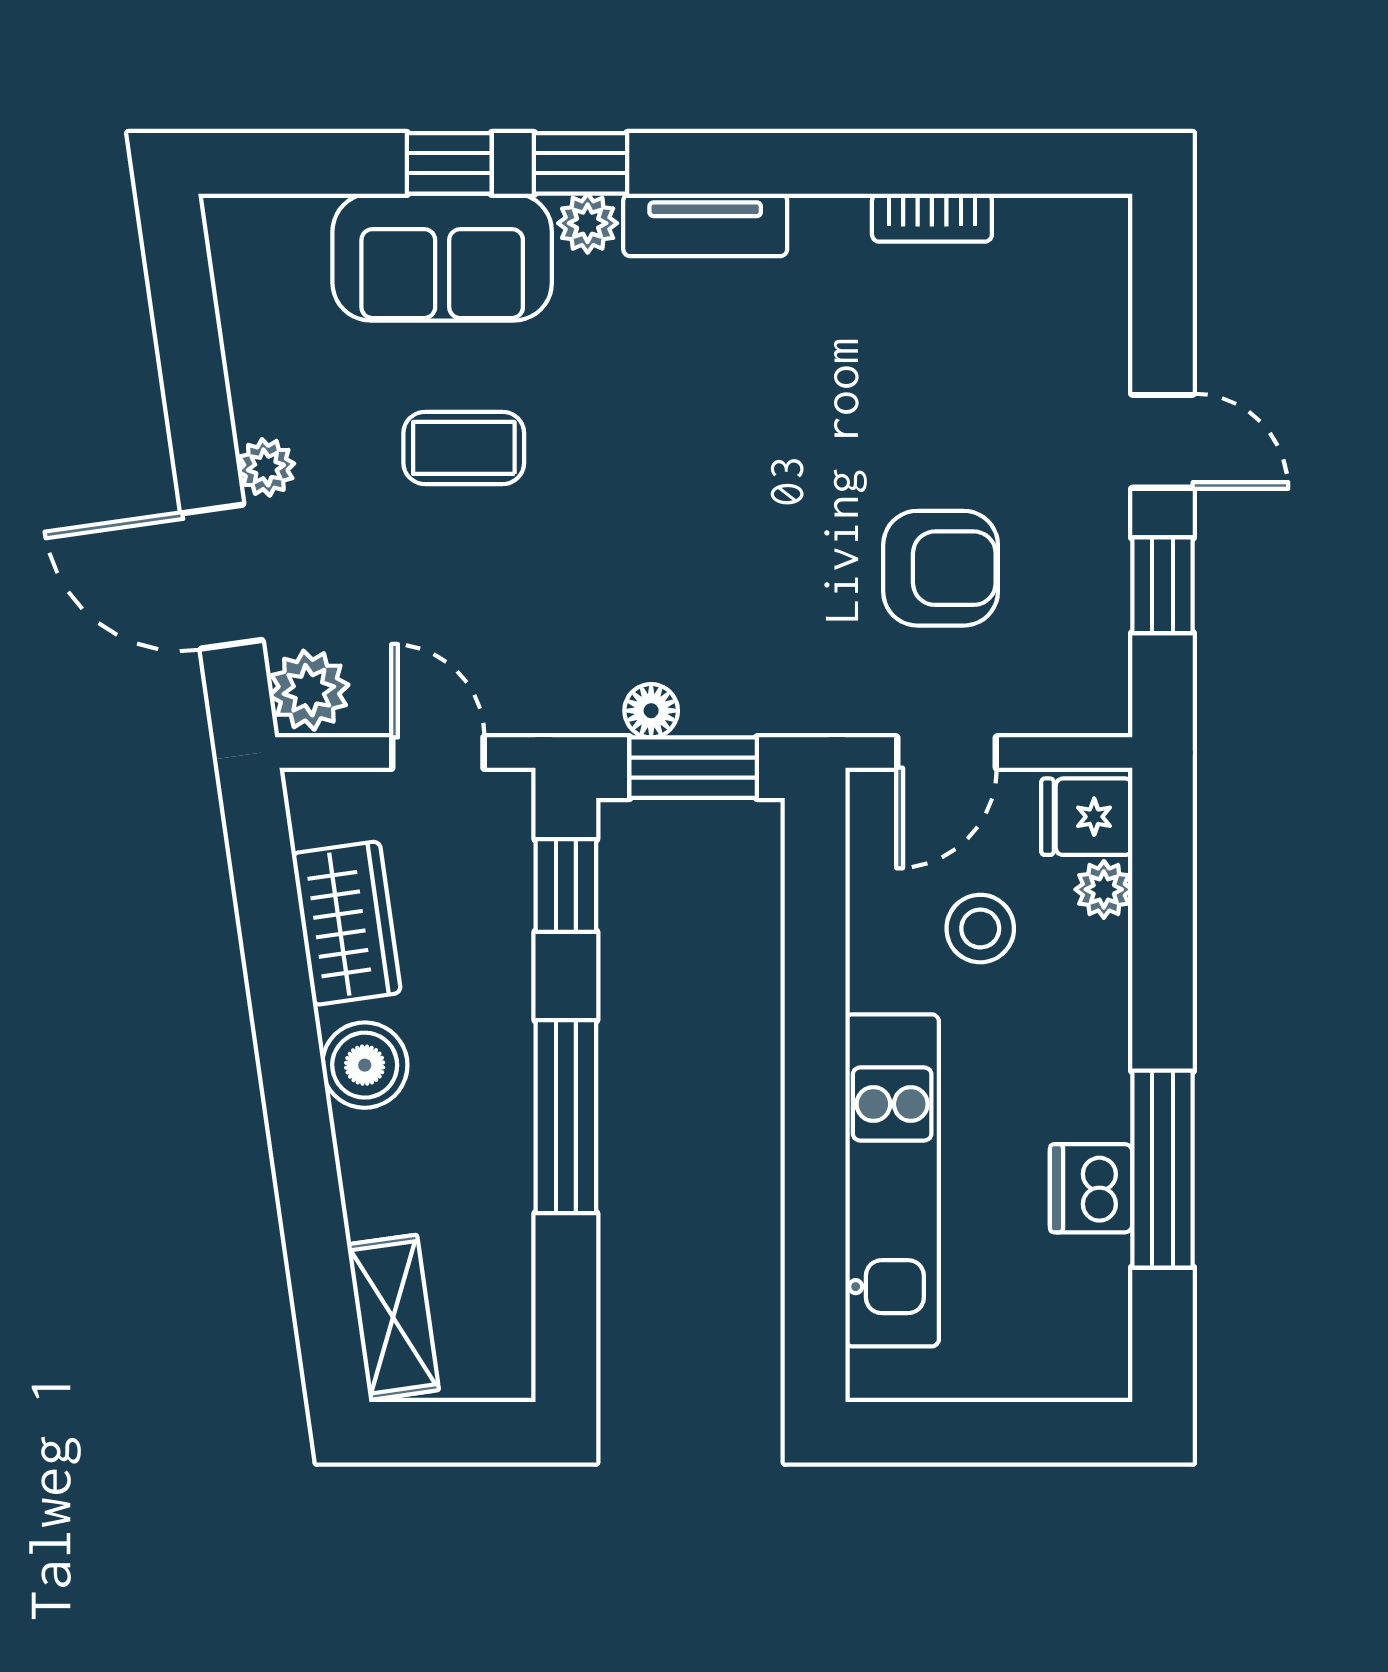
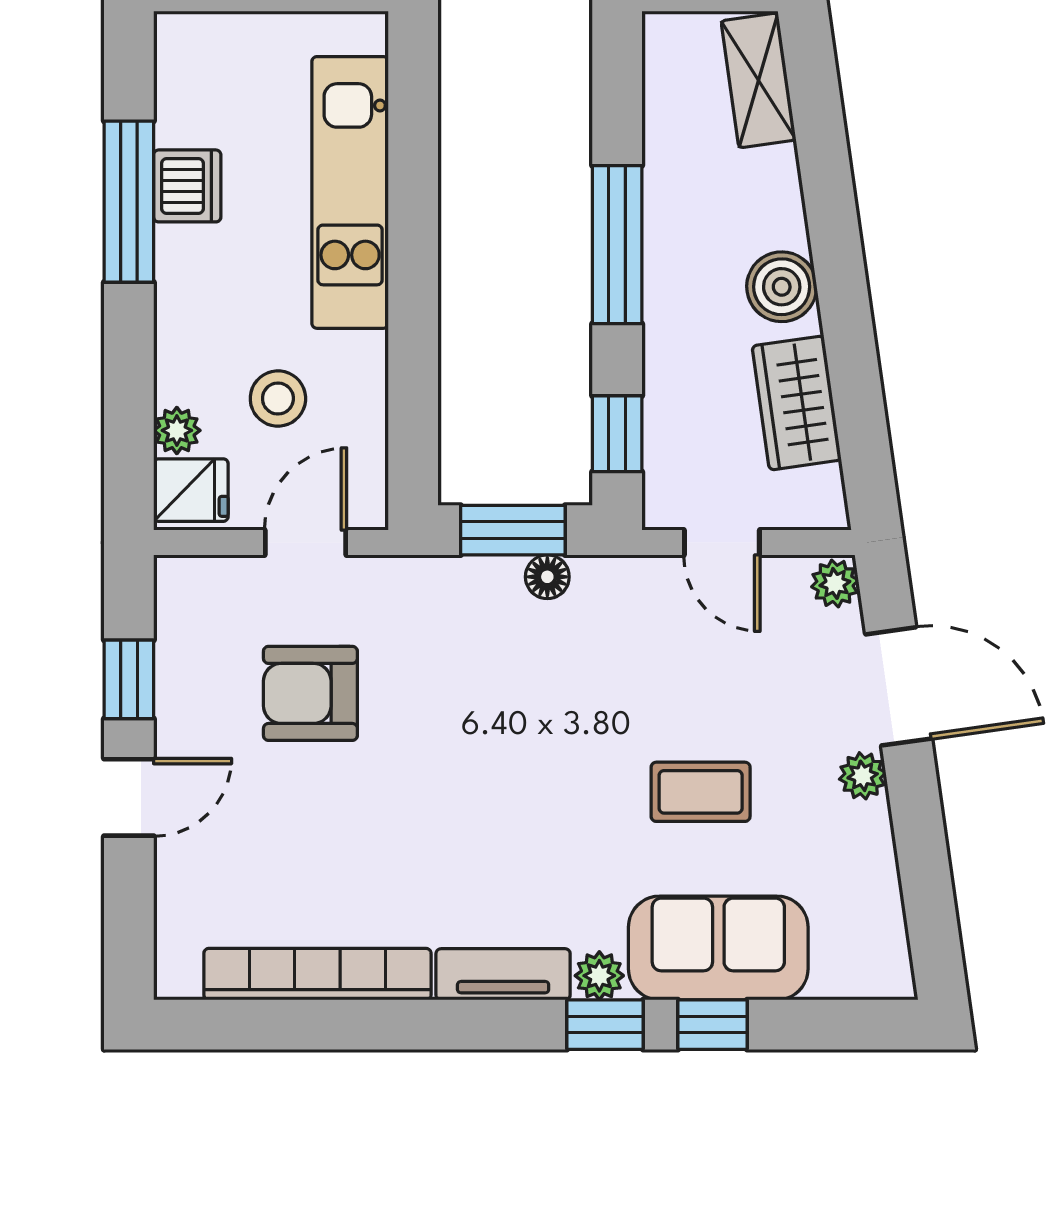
bookcase: (932, 218) -> (317, 974), width x2.31, depth x1.31
door: (1163, 441) -> (129, 797), swing flipped
plant: (309, 690) -> (835, 583), width x0.73, depth x0.73

